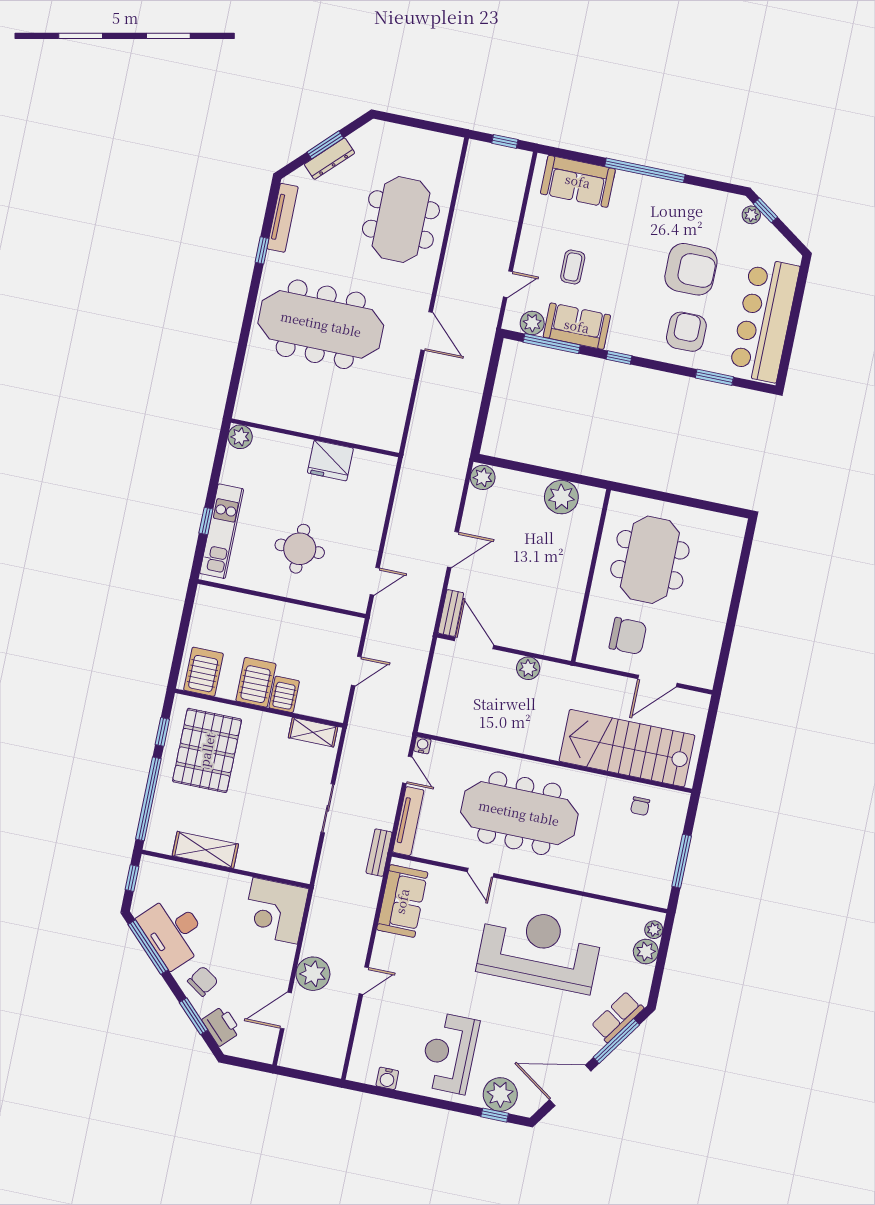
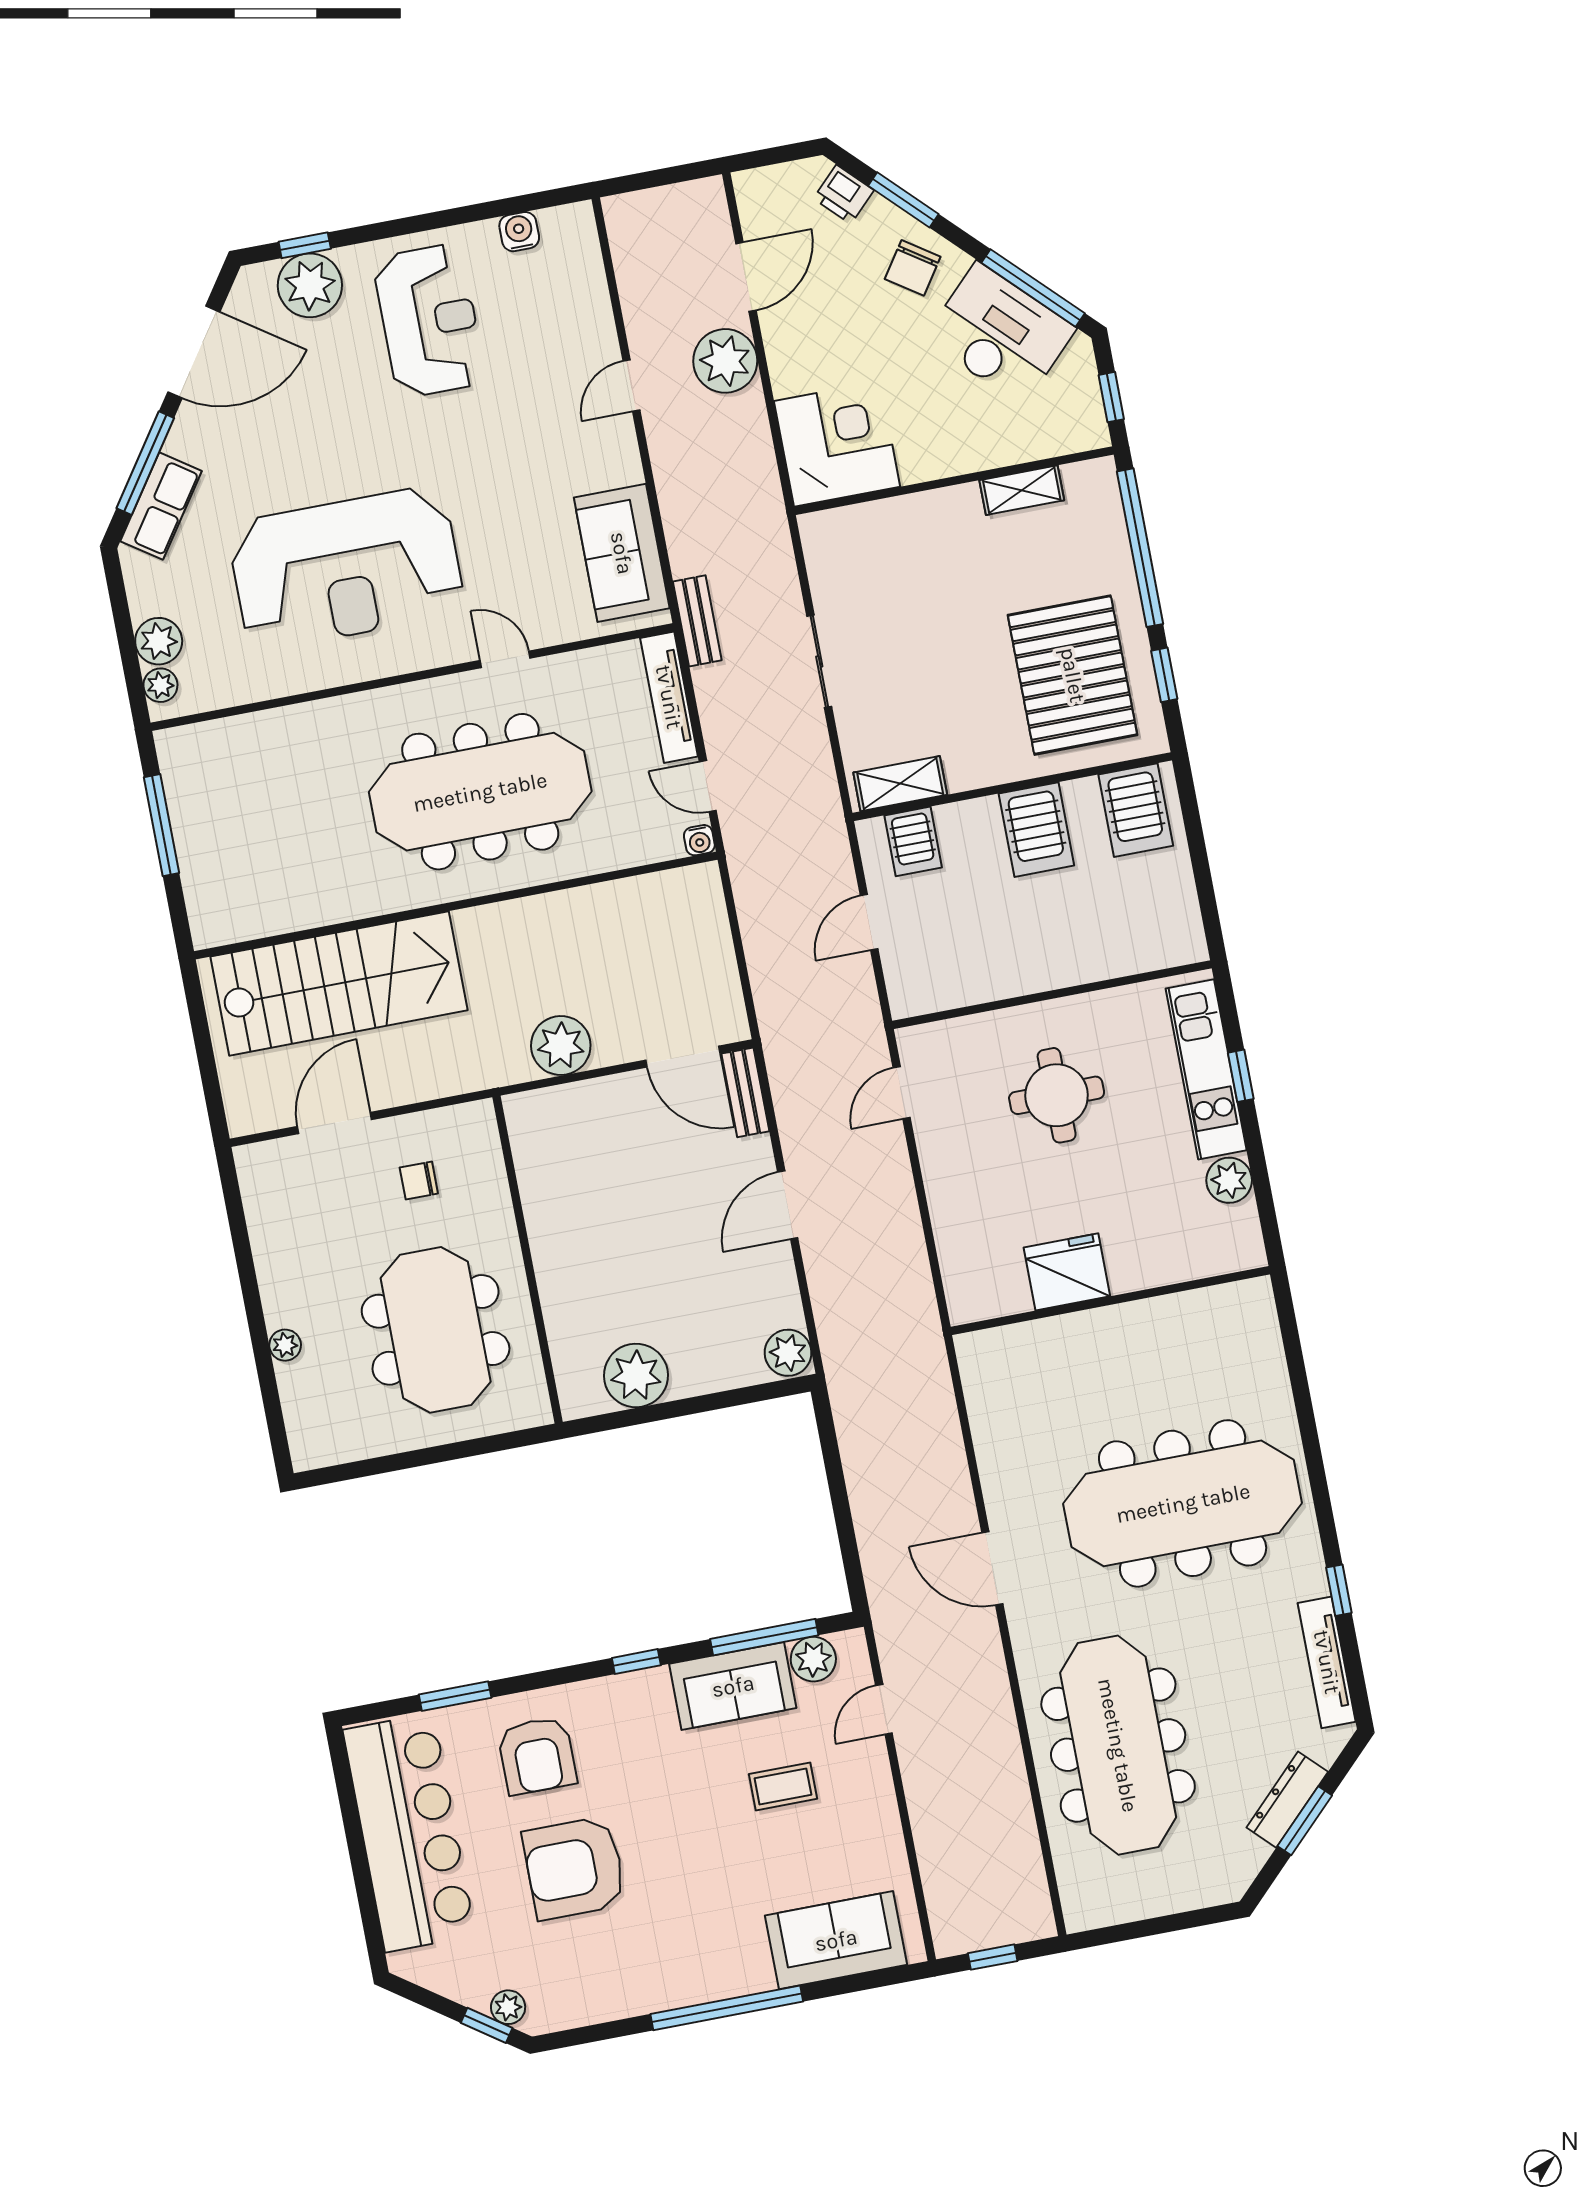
meeting table: (401, 219) -> (1118, 1745), width x1.36
coffee table: (573, 267) -> (783, 1786), turned 90
plant: (240, 437) -> (1229, 1180), moved
plant: (726, 583) -> (285, 1345), added
chair: (628, 636) -> (419, 1181), width x0.54, depth x0.54
plant: (528, 668) -> (561, 1045), width x1.36, depth x1.36
server rack: (284, 694) -> (913, 841), moved
chair: (640, 806) -> (274, 891), removed
shelving: (205, 850) -> (1022, 490), width x0.67, depth x0.75
printer: (221, 1026) -> (844, 194), width x0.73, depth x0.81

